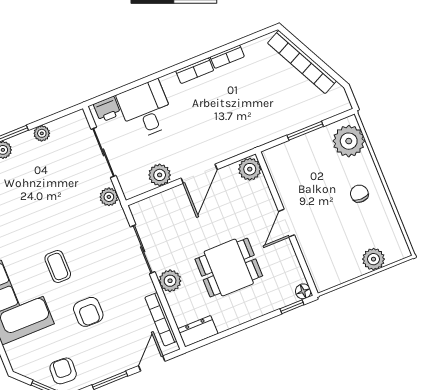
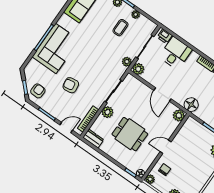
floor lamp: (245, 138) -> (191, 105), added
door: (199, 174) -> (162, 95), hinge flipped
plant: (160, 175) -> (138, 69), moved
chair: (359, 194) -> (165, 170), moved
coffee table: (58, 267) -> (120, 28), moved
plant: (323, 282) -> (150, 179), added
armchair: (88, 312) -> (71, 85), turned 81

